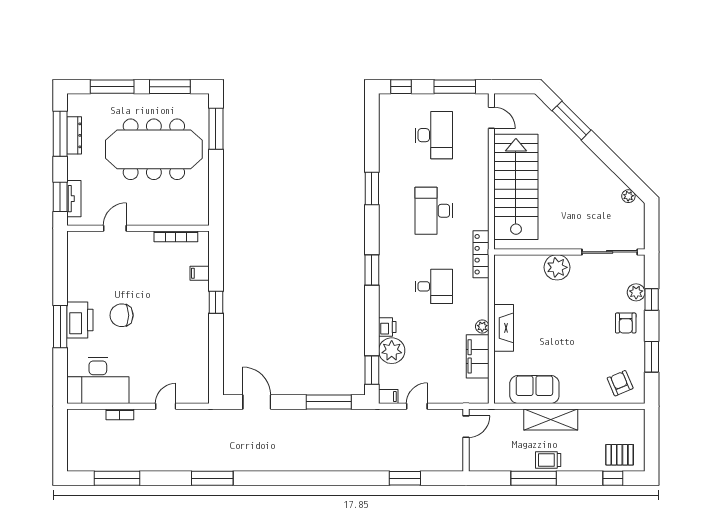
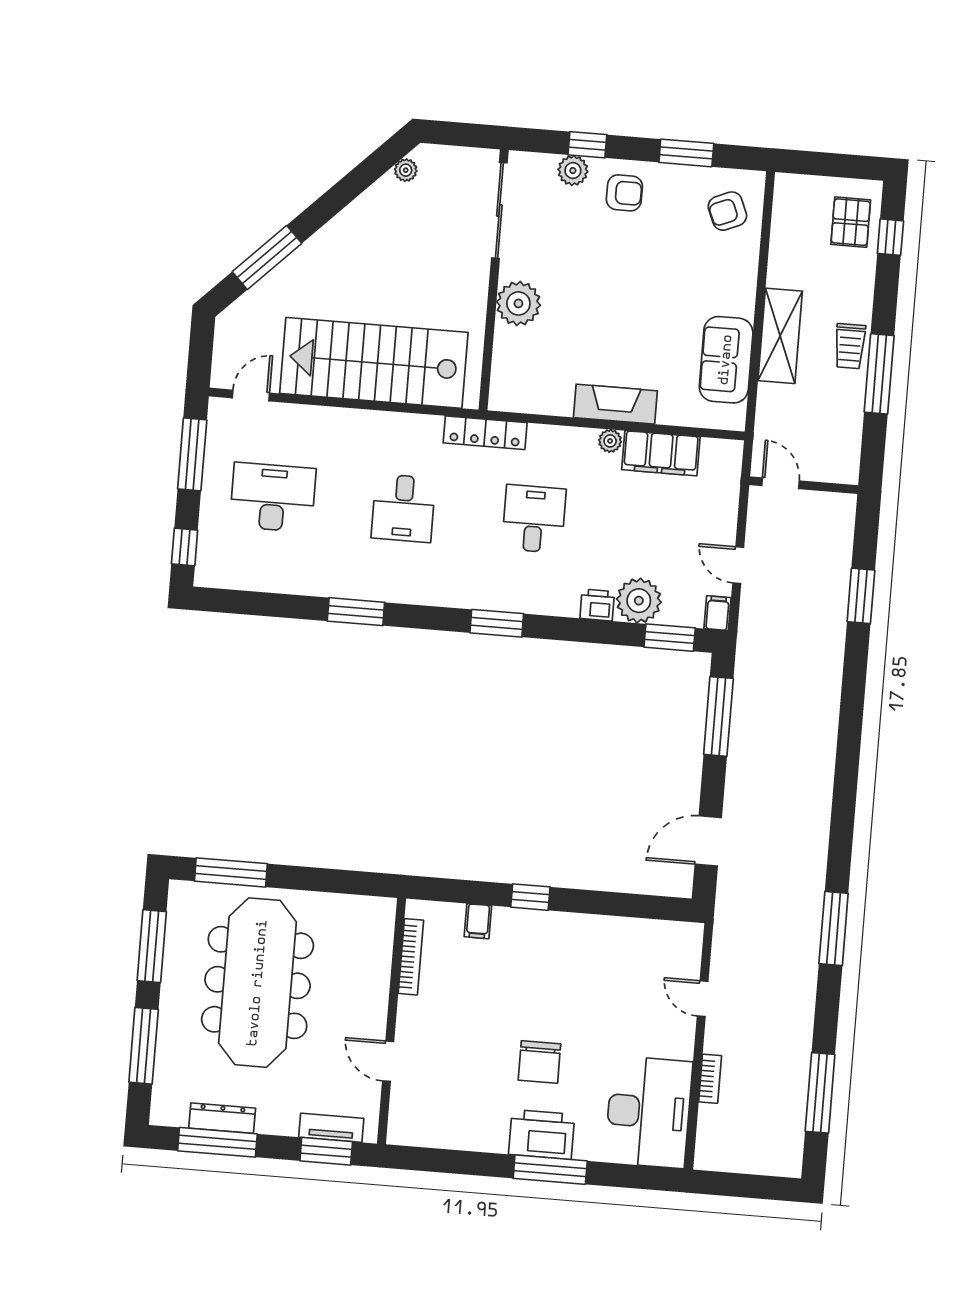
desk: (434, 211) -> (403, 508), width x0.73

